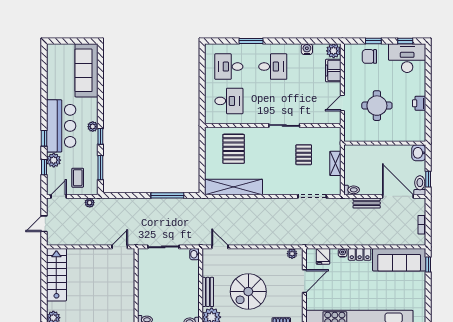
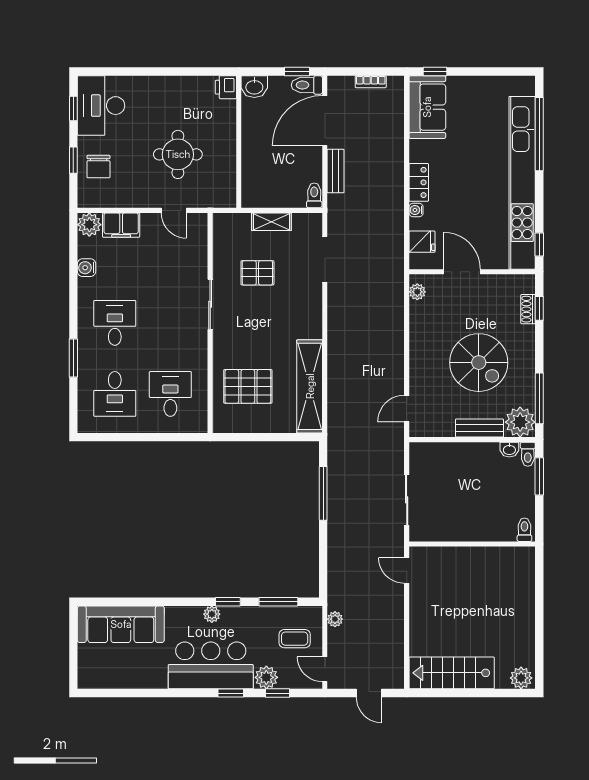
printer: (419, 103) -> (226, 87), moved, turned 90
washbasin: (194, 254) -> (509, 450), moved
sofa: (399, 260) -> (427, 107), width x0.73

